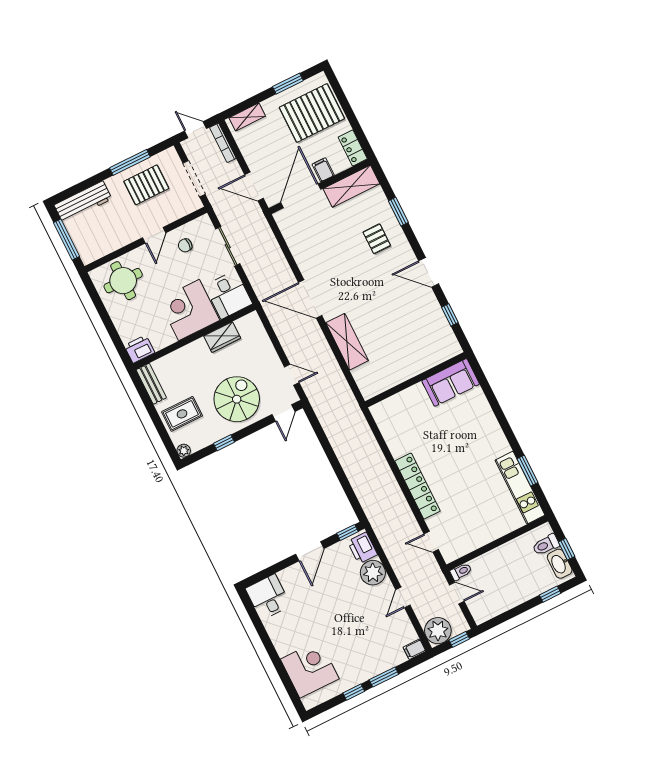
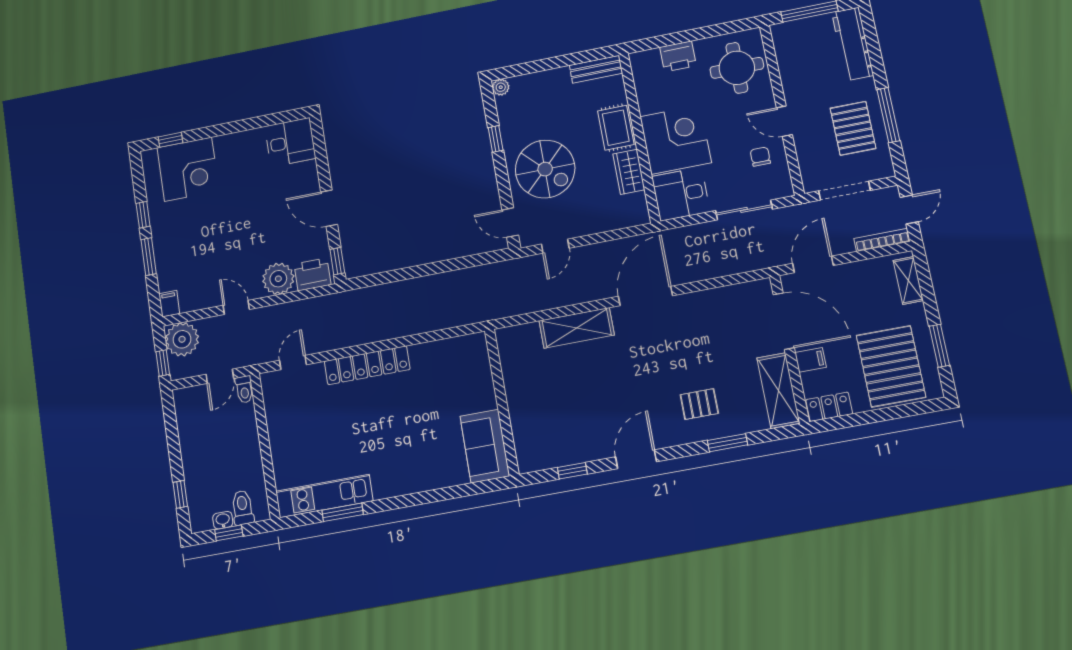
printer: (139, 349) -> (678, 56), moved, turned 90
rug: (182, 414) -> (616, 128), moved
washbasin: (560, 564) -> (223, 520), width x0.52, depth x0.69
window: (291, 690) -> (171, 140), added

